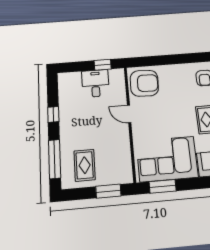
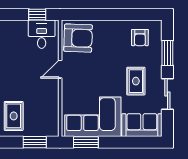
desk: (95, 83) -> (42, 34), moved
door: (129, 114) -> (60, 69), hinge flipped

